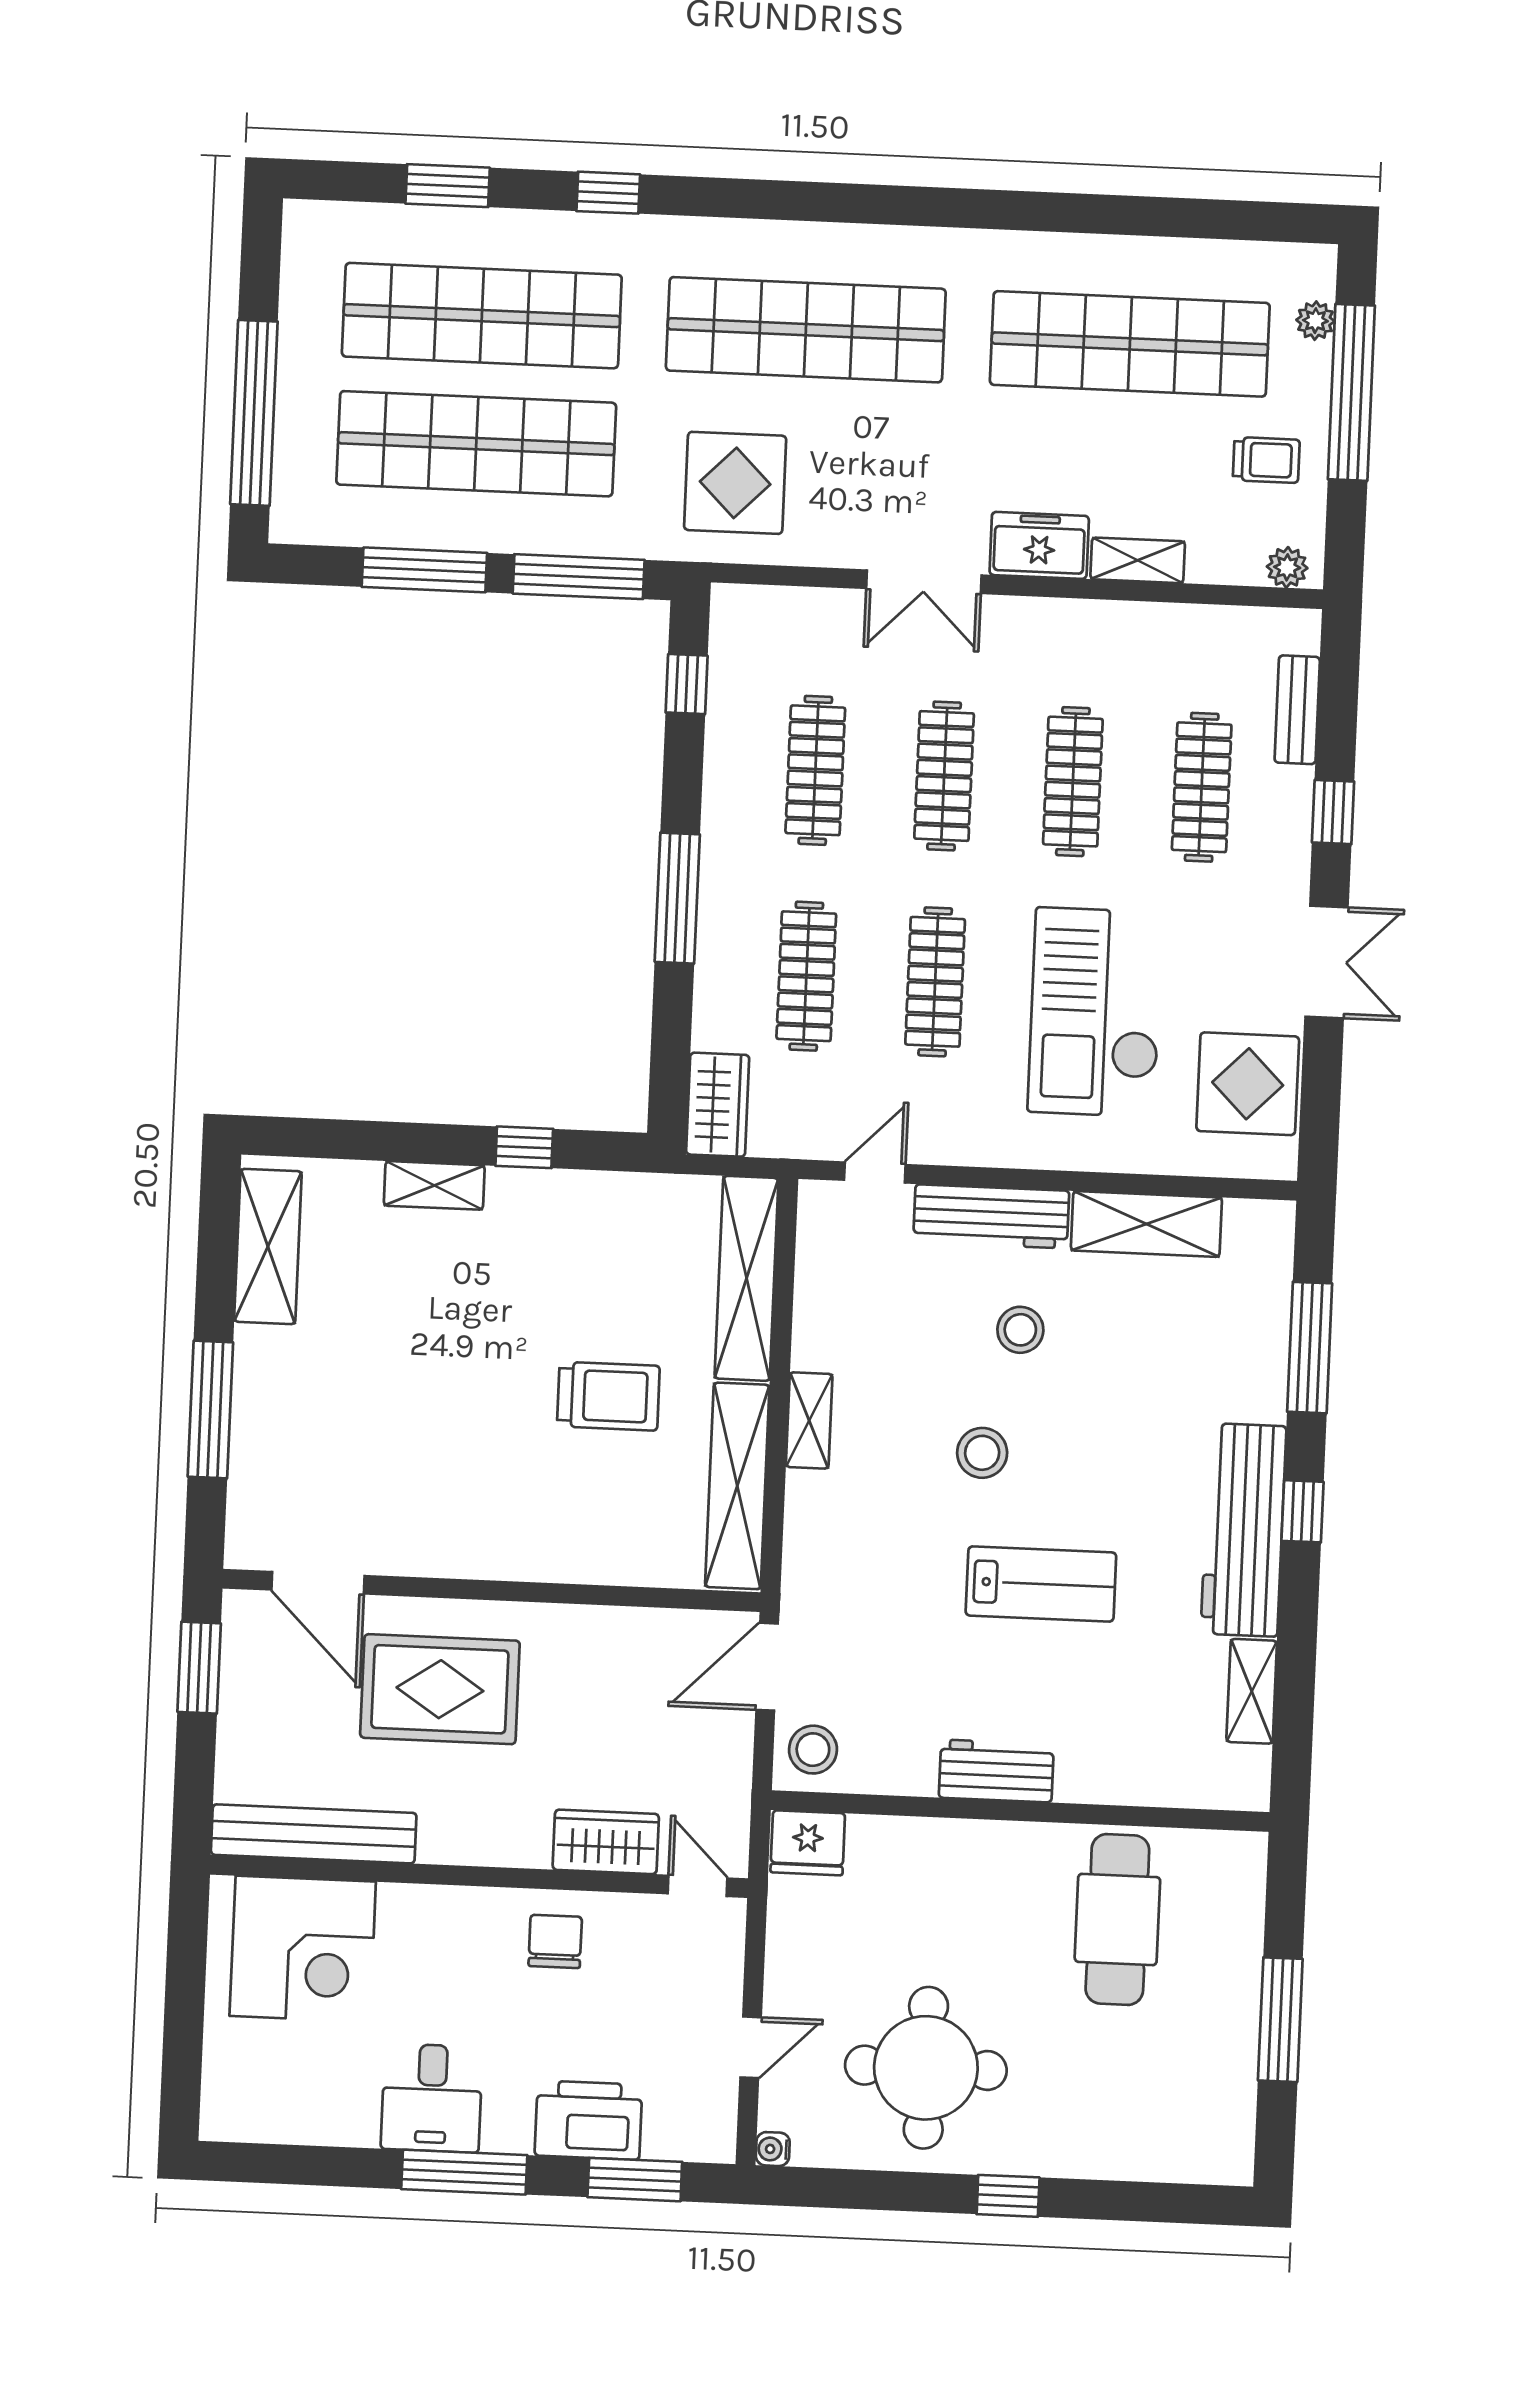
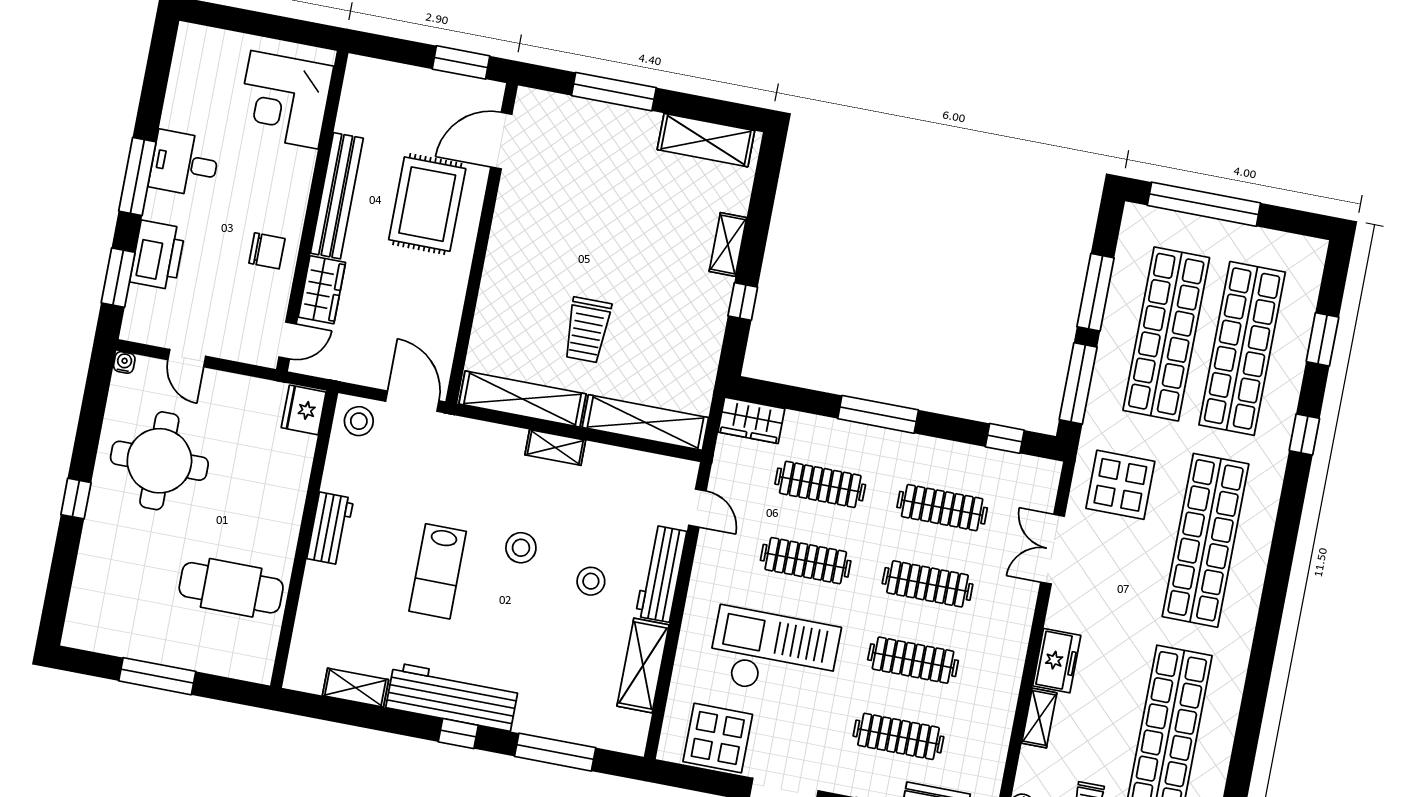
double door: (924, 582) -> (1053, 549), moved
bench: (314, 1834) -> (337, 196), moved

